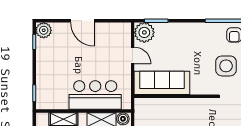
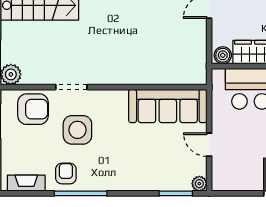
plant: (144, 32) -> (199, 184), width x0.53, depth x0.53

